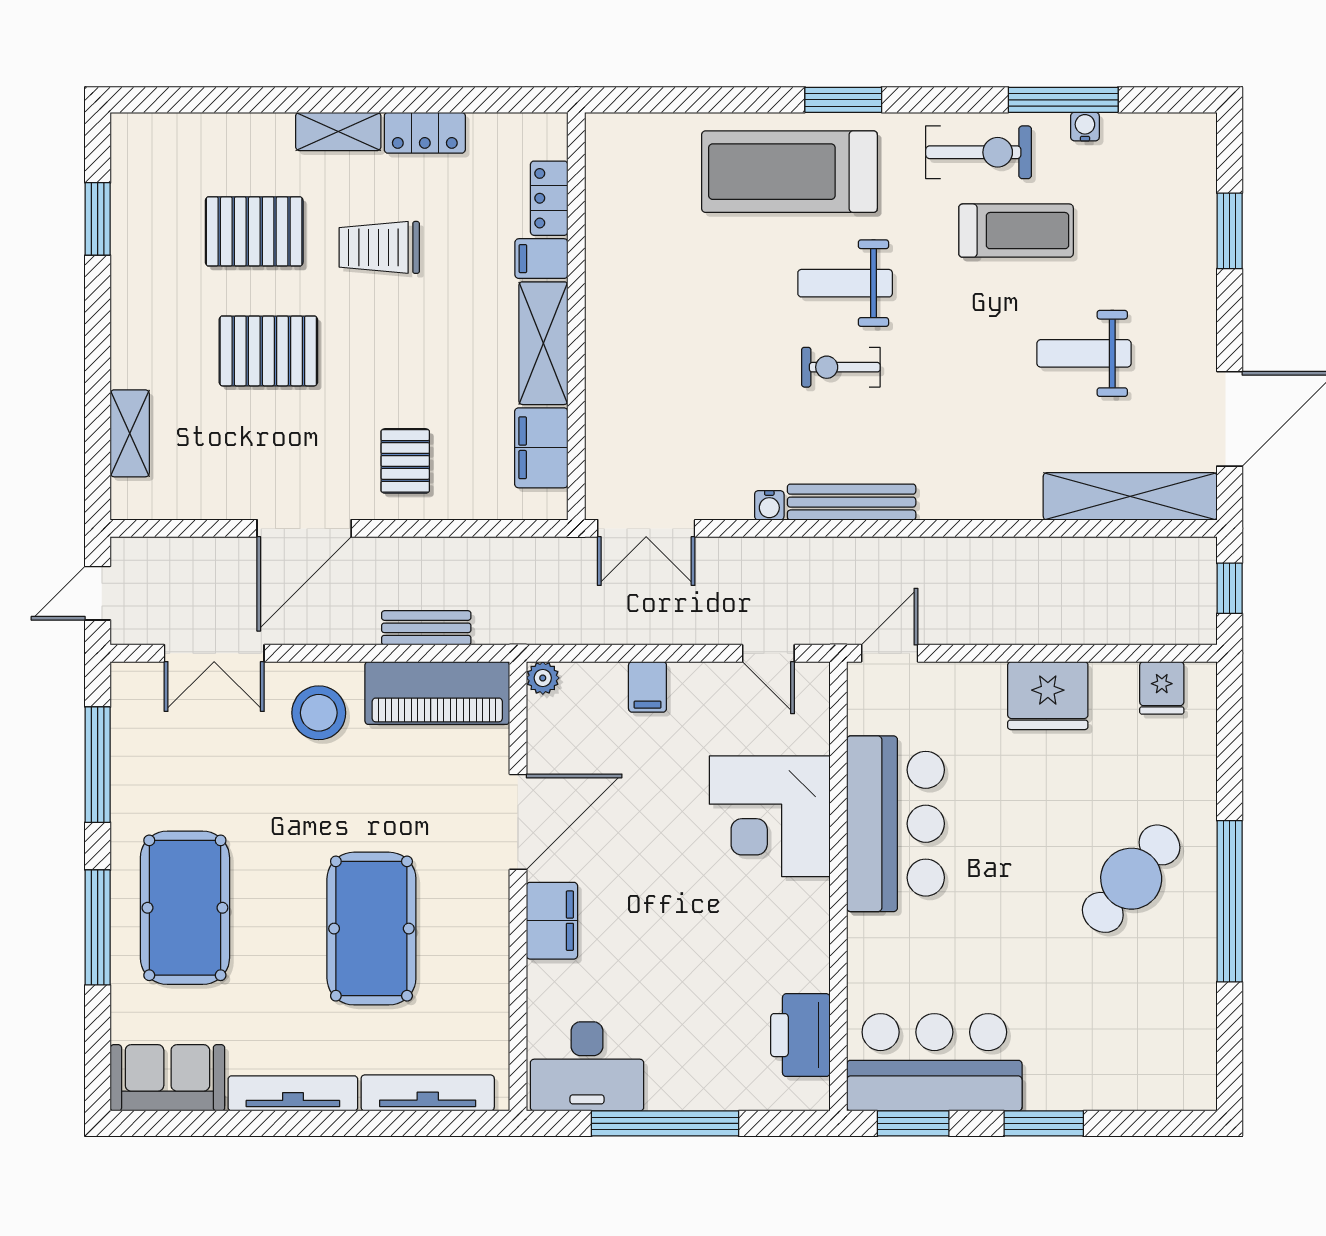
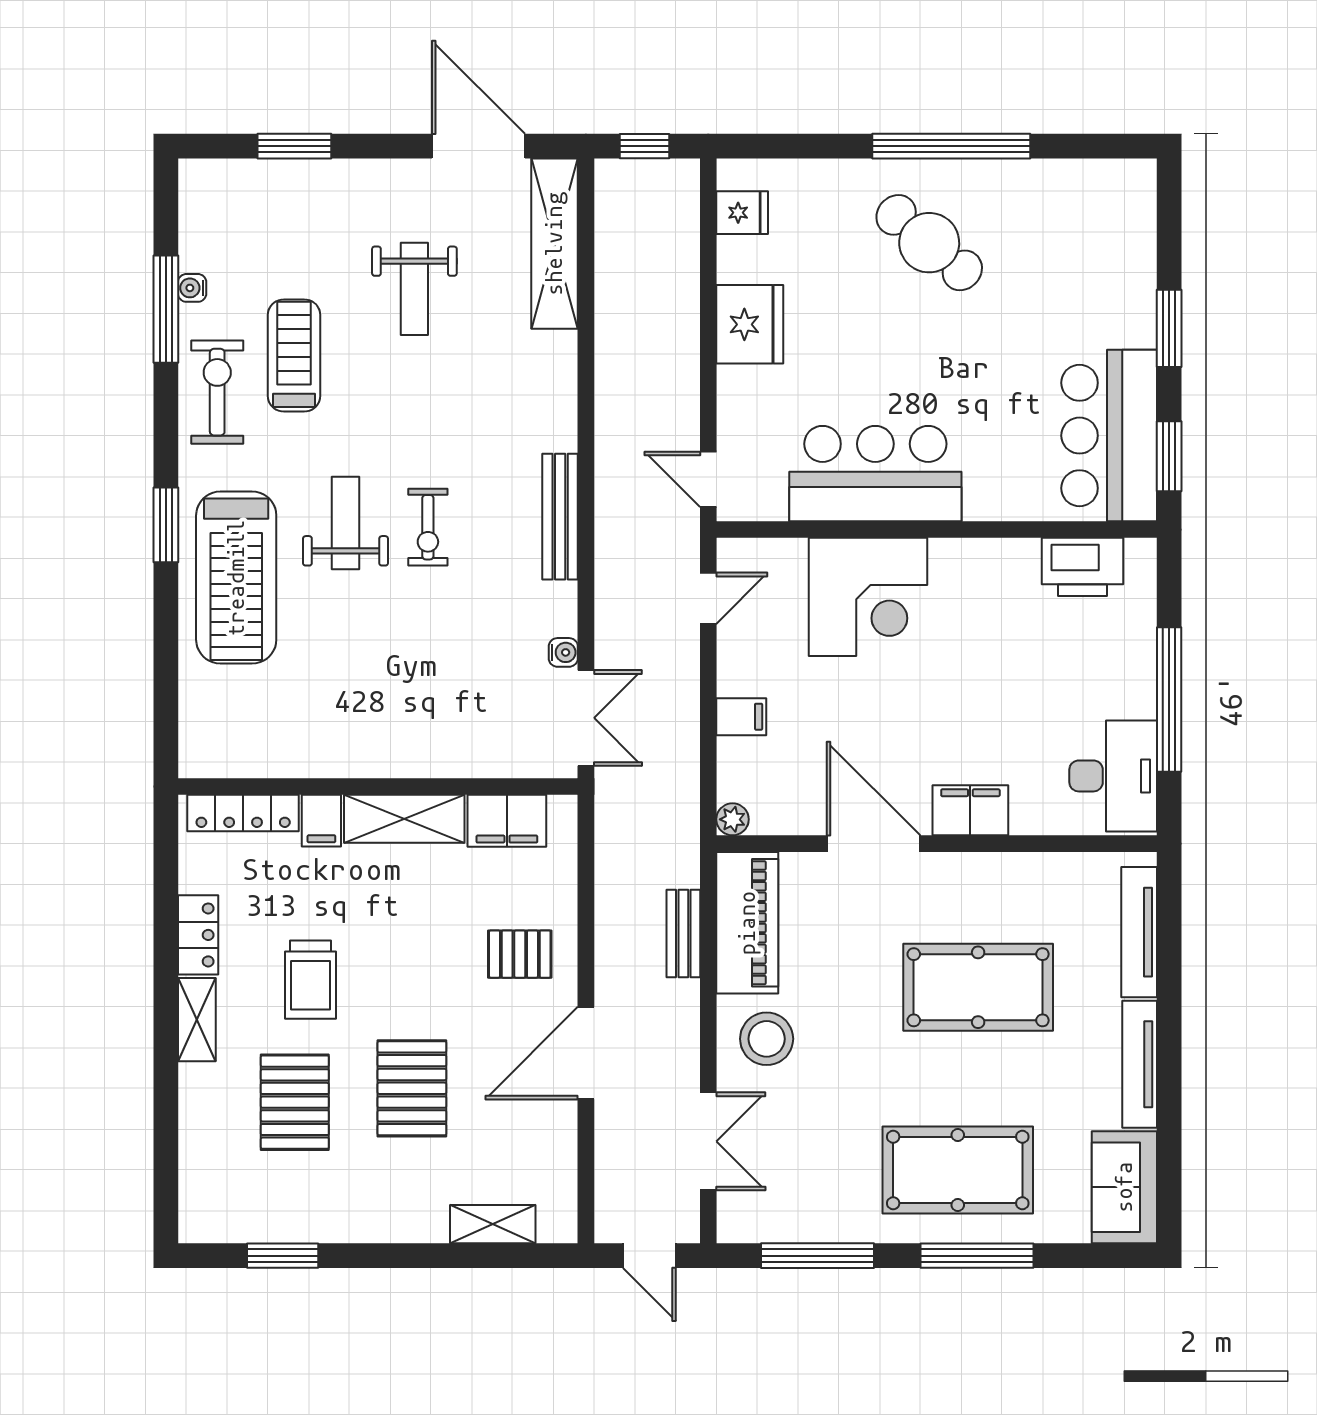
locker: (549, 198) -> (243, 813), width x1.53
weight bench: (845, 283) -> (346, 523), turned 180
water cooler: (769, 505) -> (563, 652), moved
door: (304, 528) -> (586, 1053), swing flipped

